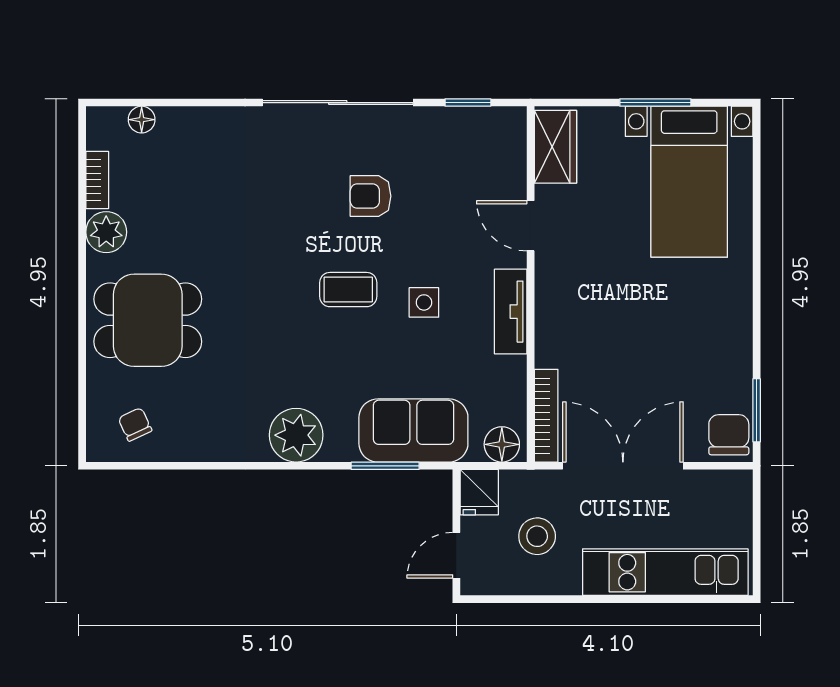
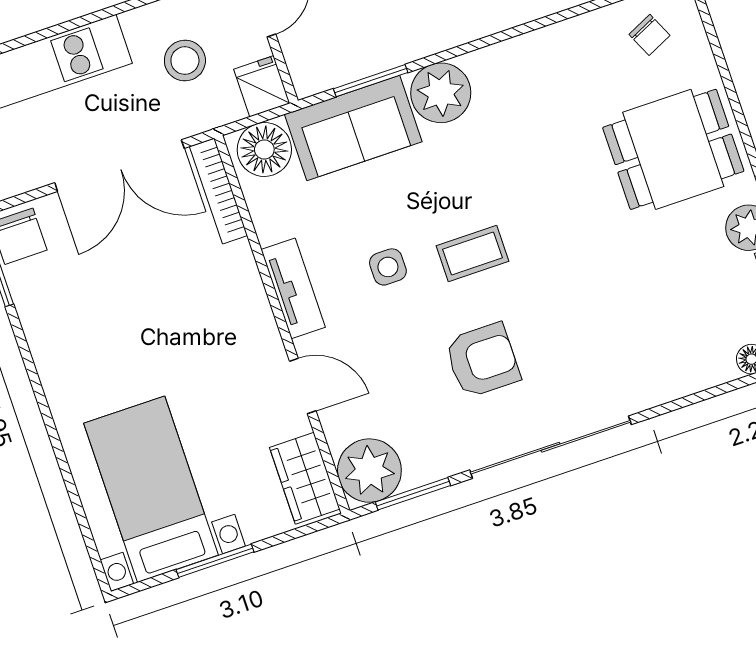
window: (468, 103) -> (413, 494), width x1.50
plant: (498, 135) -> (369, 471), added
armchair: (371, 196) -> (482, 360), width x1.38, depth x1.38
plant: (296, 435) -> (441, 93), moved
floor lamp: (502, 444) -> (264, 149), width x1.38, depth x1.38

